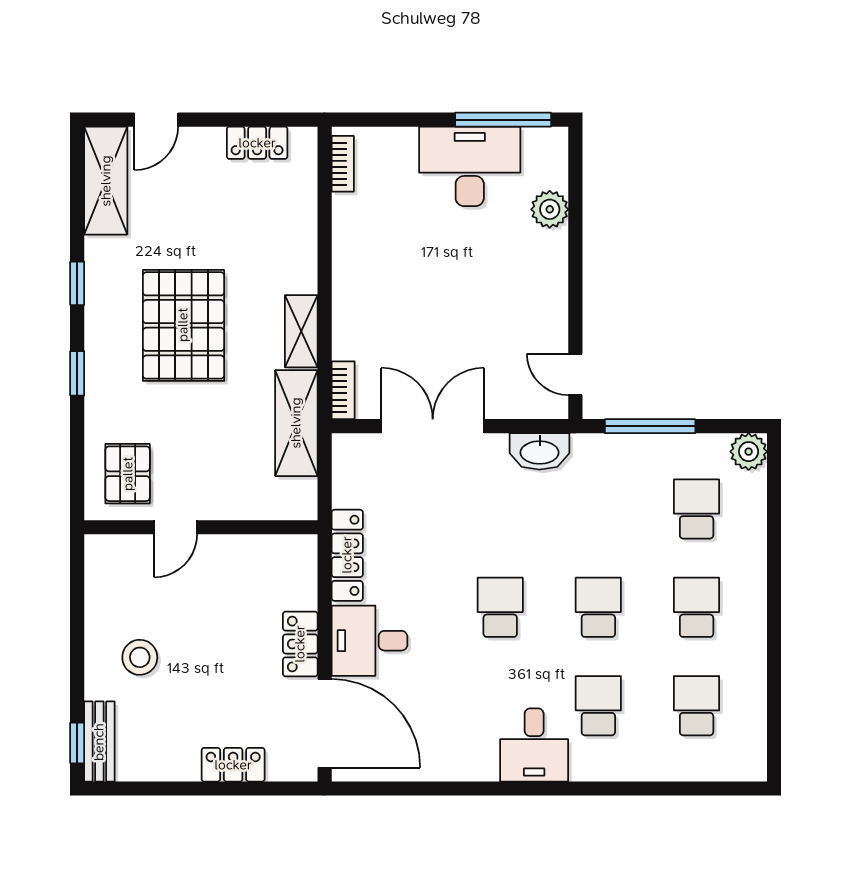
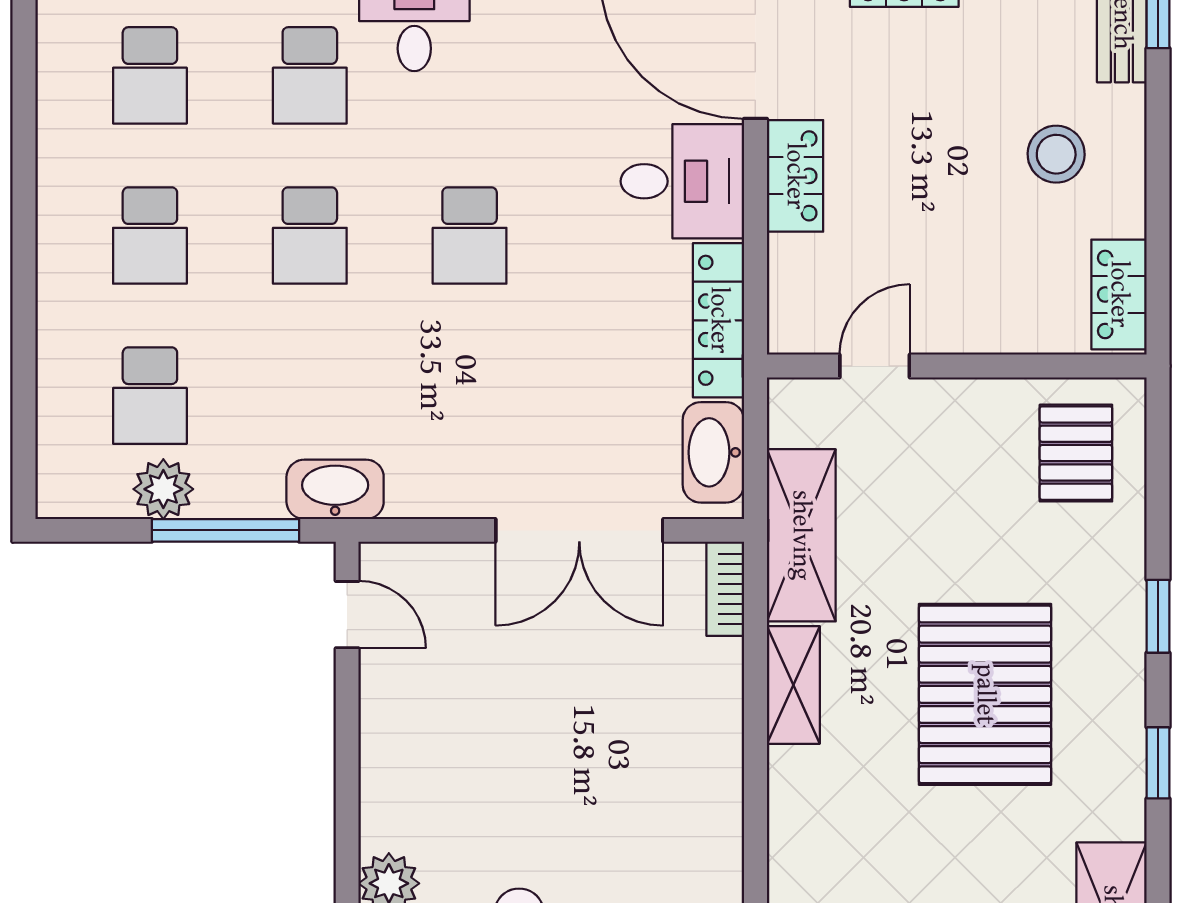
washbasin: (540, 451) -> (335, 489), moved
plant: (749, 452) -> (163, 489), moved
washbasin: (350, 474) -> (713, 452), added
door: (175, 527) -> (875, 366), moved
locker: (101, 571) -> (1119, 294), added

